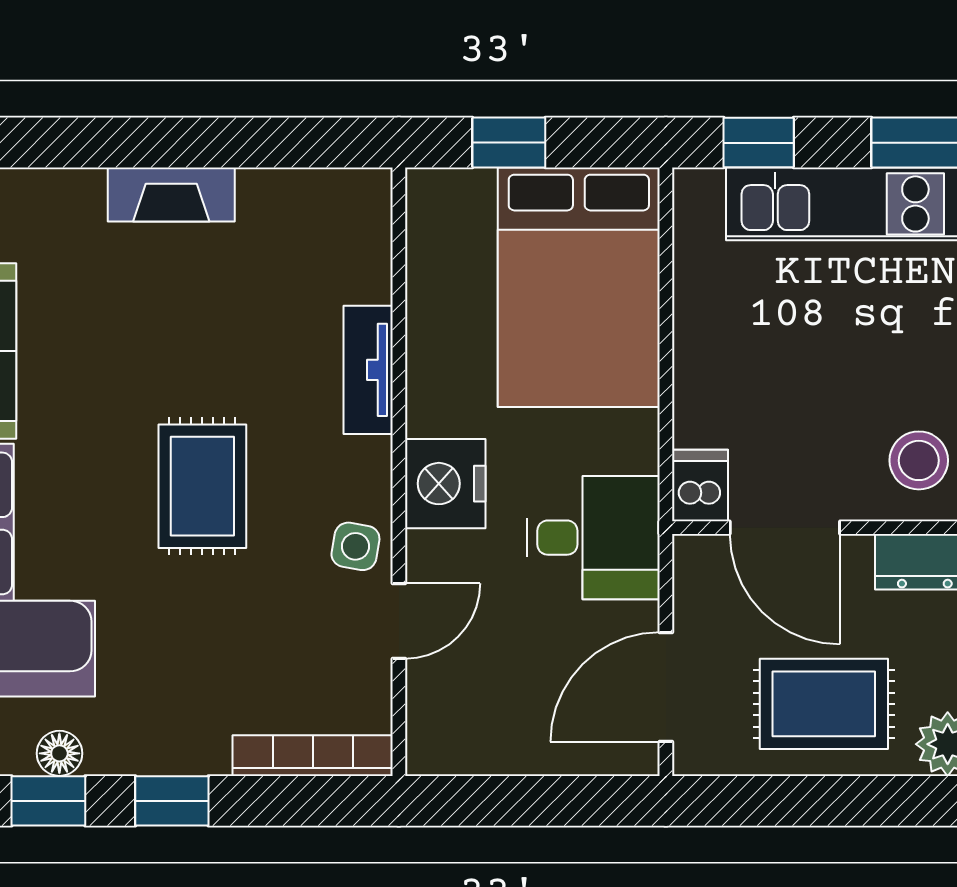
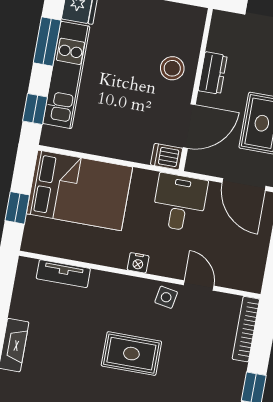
tv unit: (368, 370) -> (63, 274), moved
nightstand: (445, 484) -> (138, 263), width x0.53, depth x0.56

